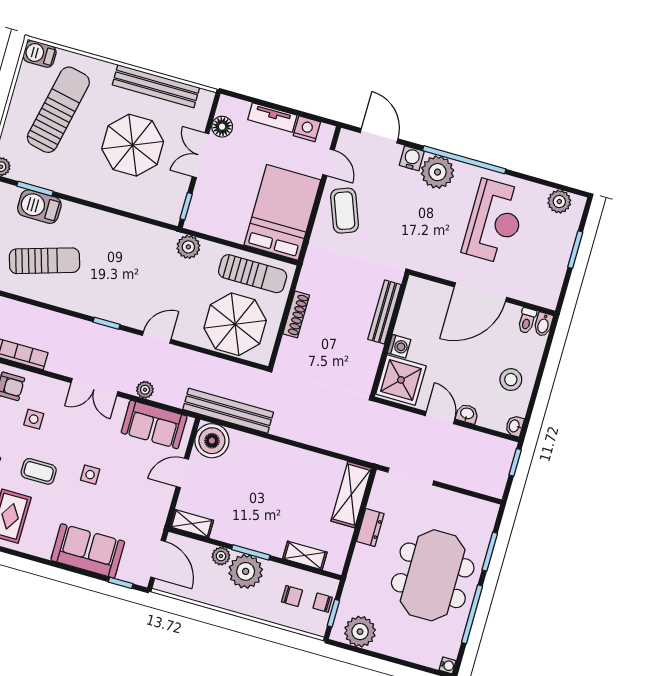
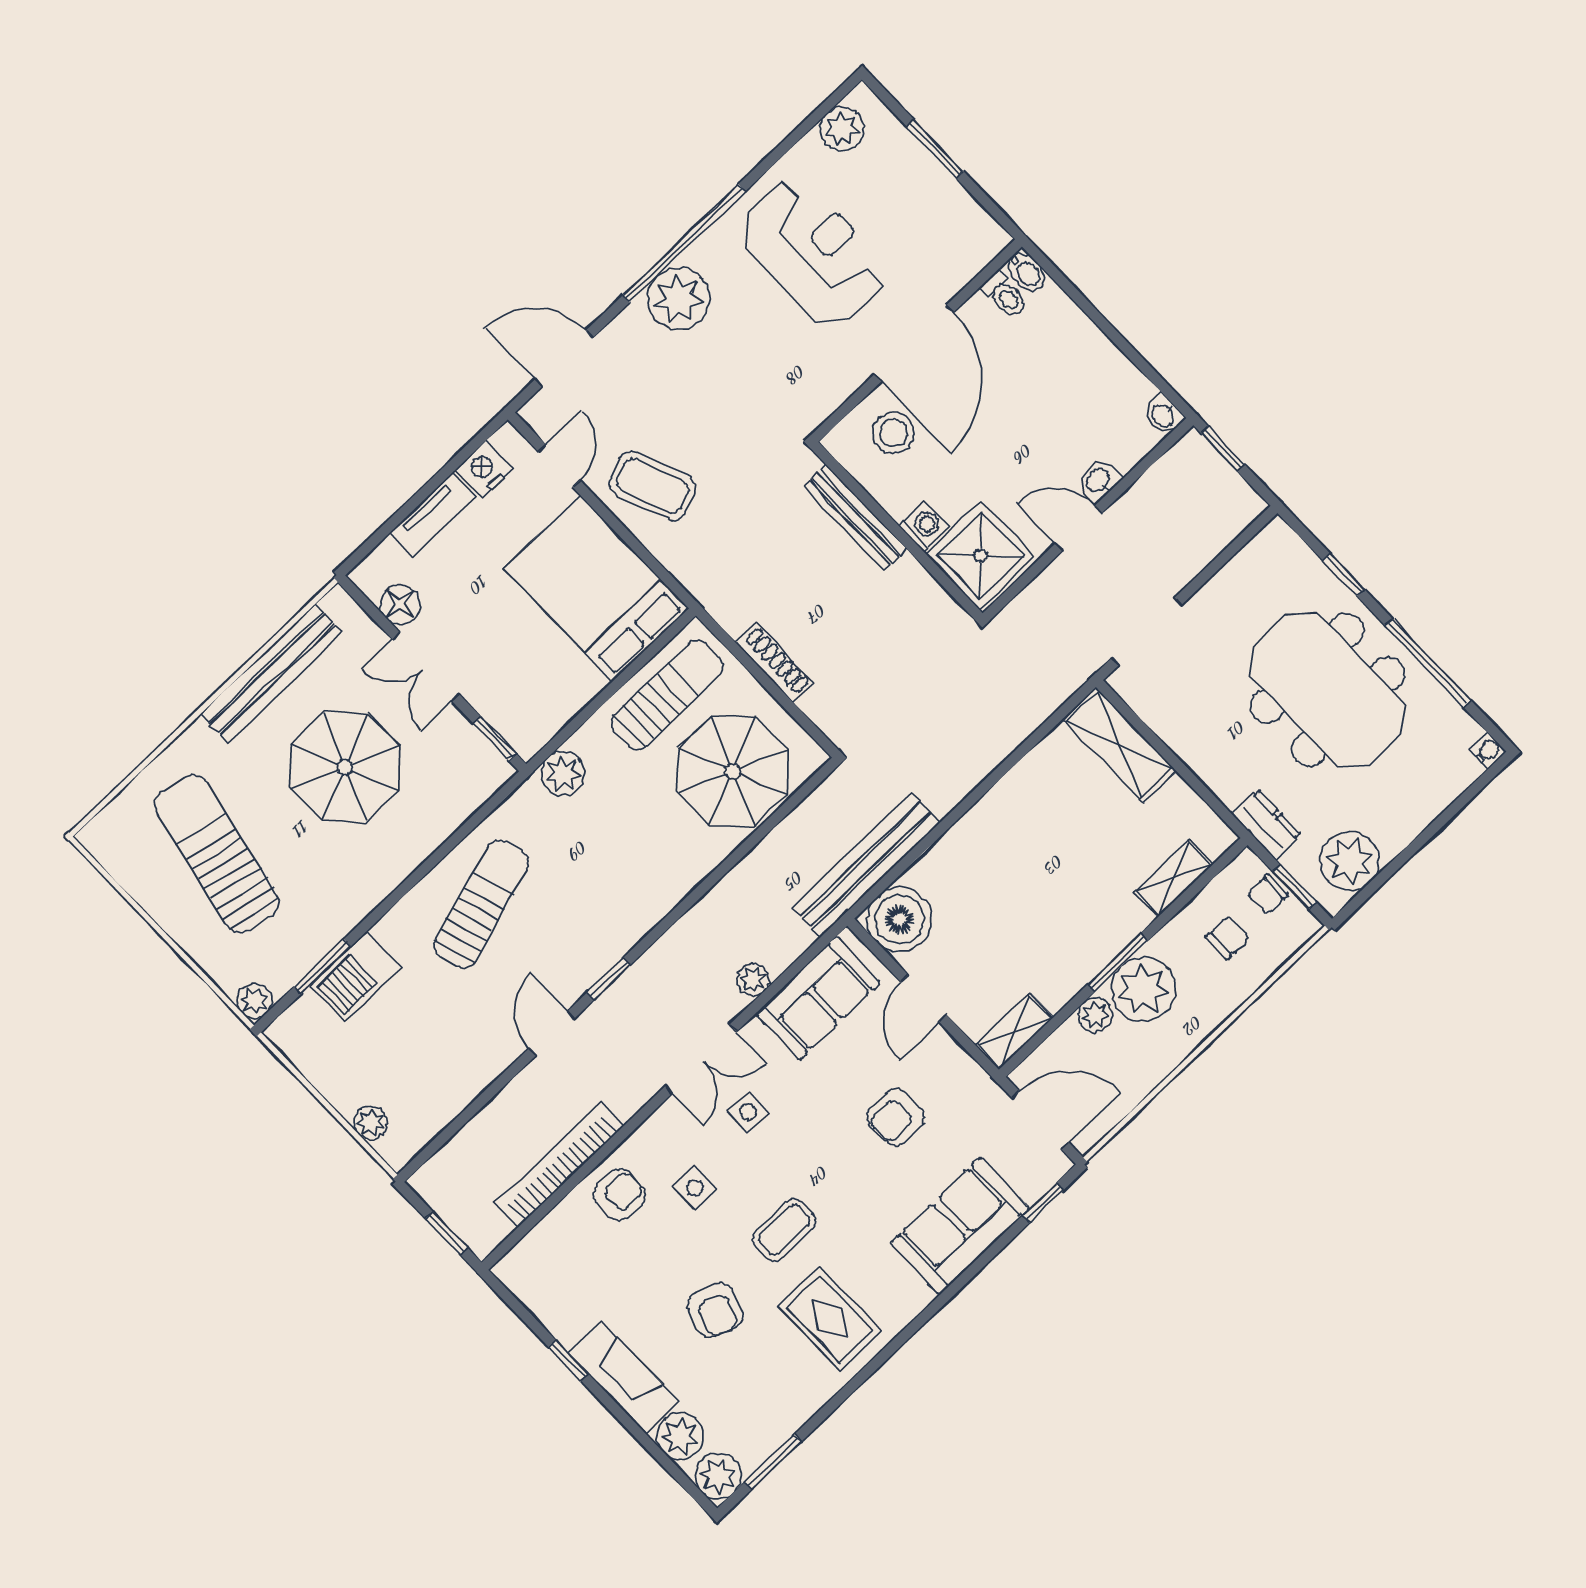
barbecue: (40, 54) -> (108, 831), removed
water cooler: (412, 158) -> (632, 327), removed
door: (329, 162) -> (559, 466), hinge flipped
sun lounger: (44, 261) -> (481, 904), moved
door: (157, 337) -> (552, 1033), moved
stool: (511, 380) -> (893, 433), moved
side table: (90, 475) -> (748, 1112), moved
armchair: (121, 492) -> (896, 1117), added
dresser: (370, 528) -> (1266, 825), moved
window: (490, 552) -> (1344, 575), width x0.67

